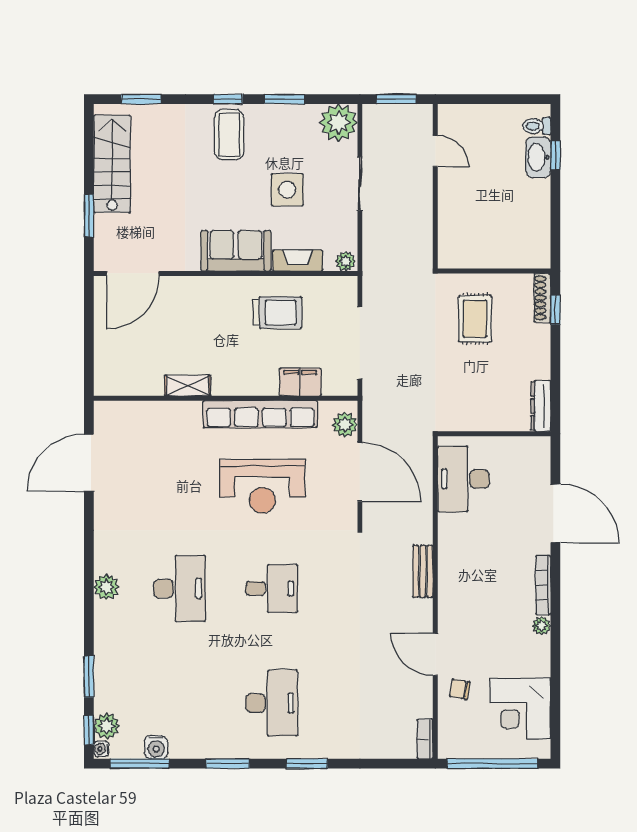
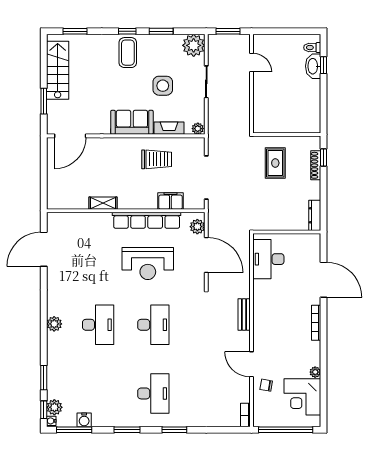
shoe rack: (542, 298) -> (316, 165), moved
desk: (272, 588) -> (153, 325), width x1.37
plant: (542, 626) -> (315, 372), moved

